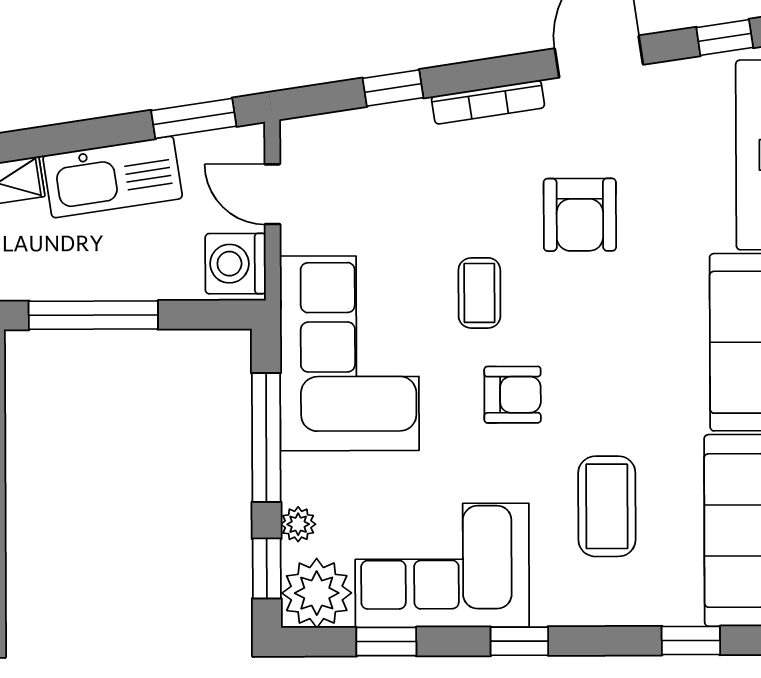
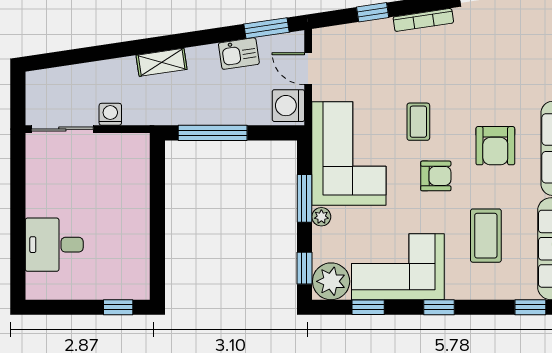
kitchen sink: (113, 177) -> (239, 54), width x0.53, depth x0.81
armchair: (580, 215) -> (495, 146), moved
window: (266, 438) -> (304, 198), width x0.69
plant: (298, 524) -> (321, 217), moved

